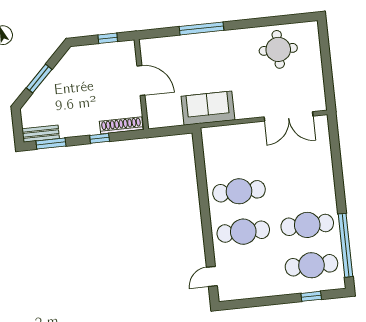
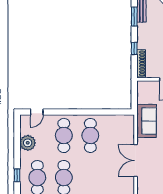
double door: (289, 116) -> (136, 161), moved
door: (212, 277) -> (37, 112), swing flipped
plant: (260, 285) -> (28, 143), added

